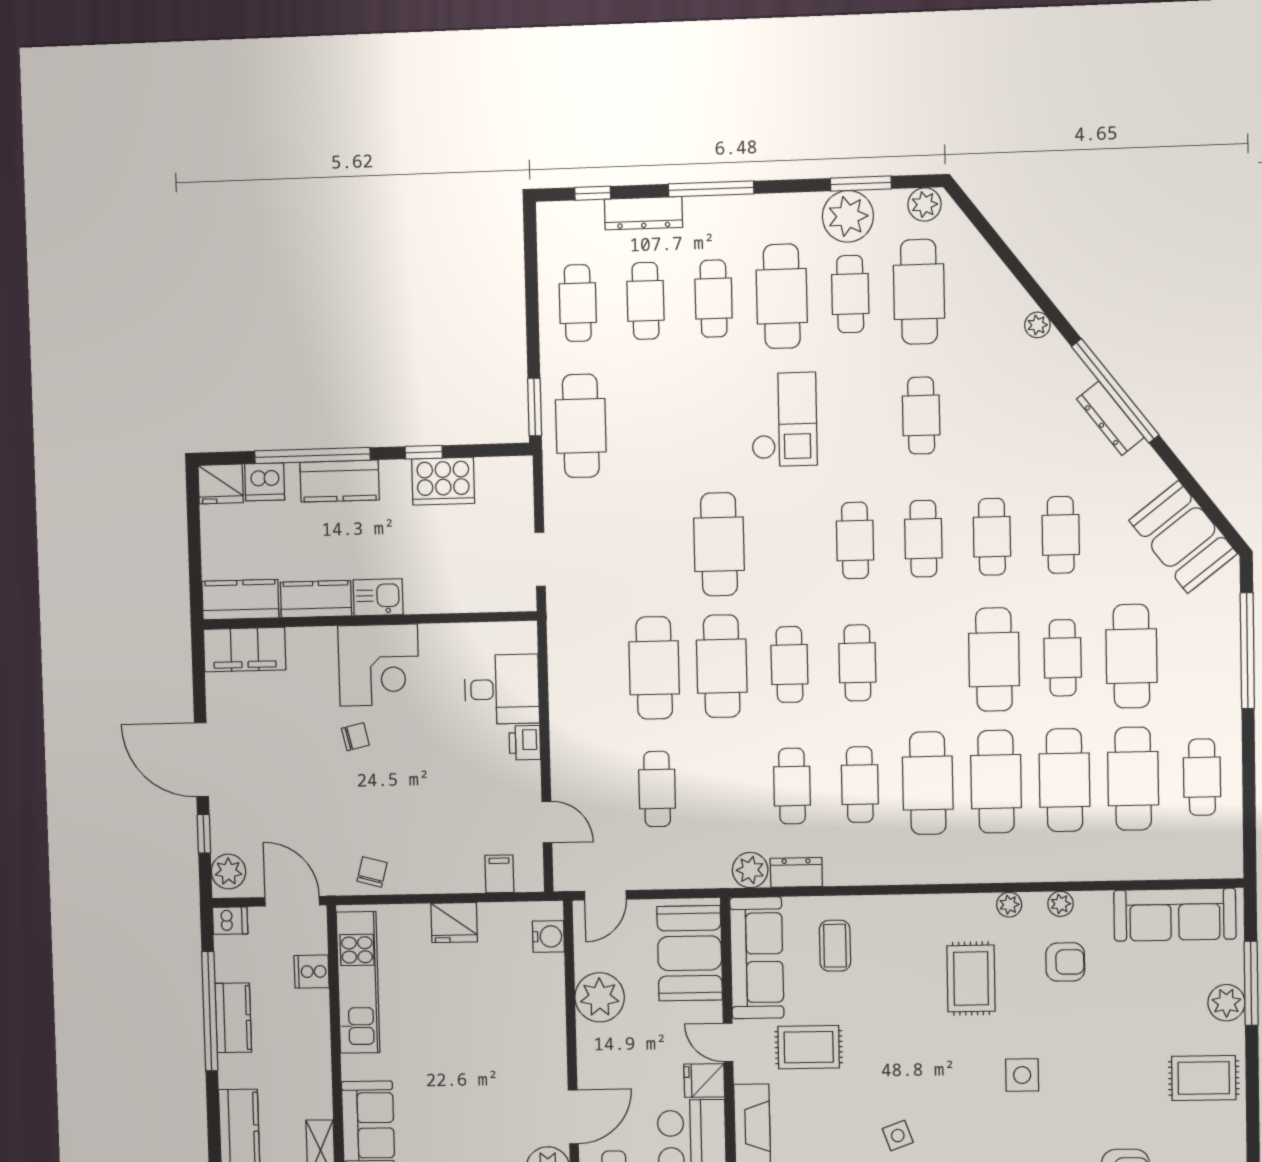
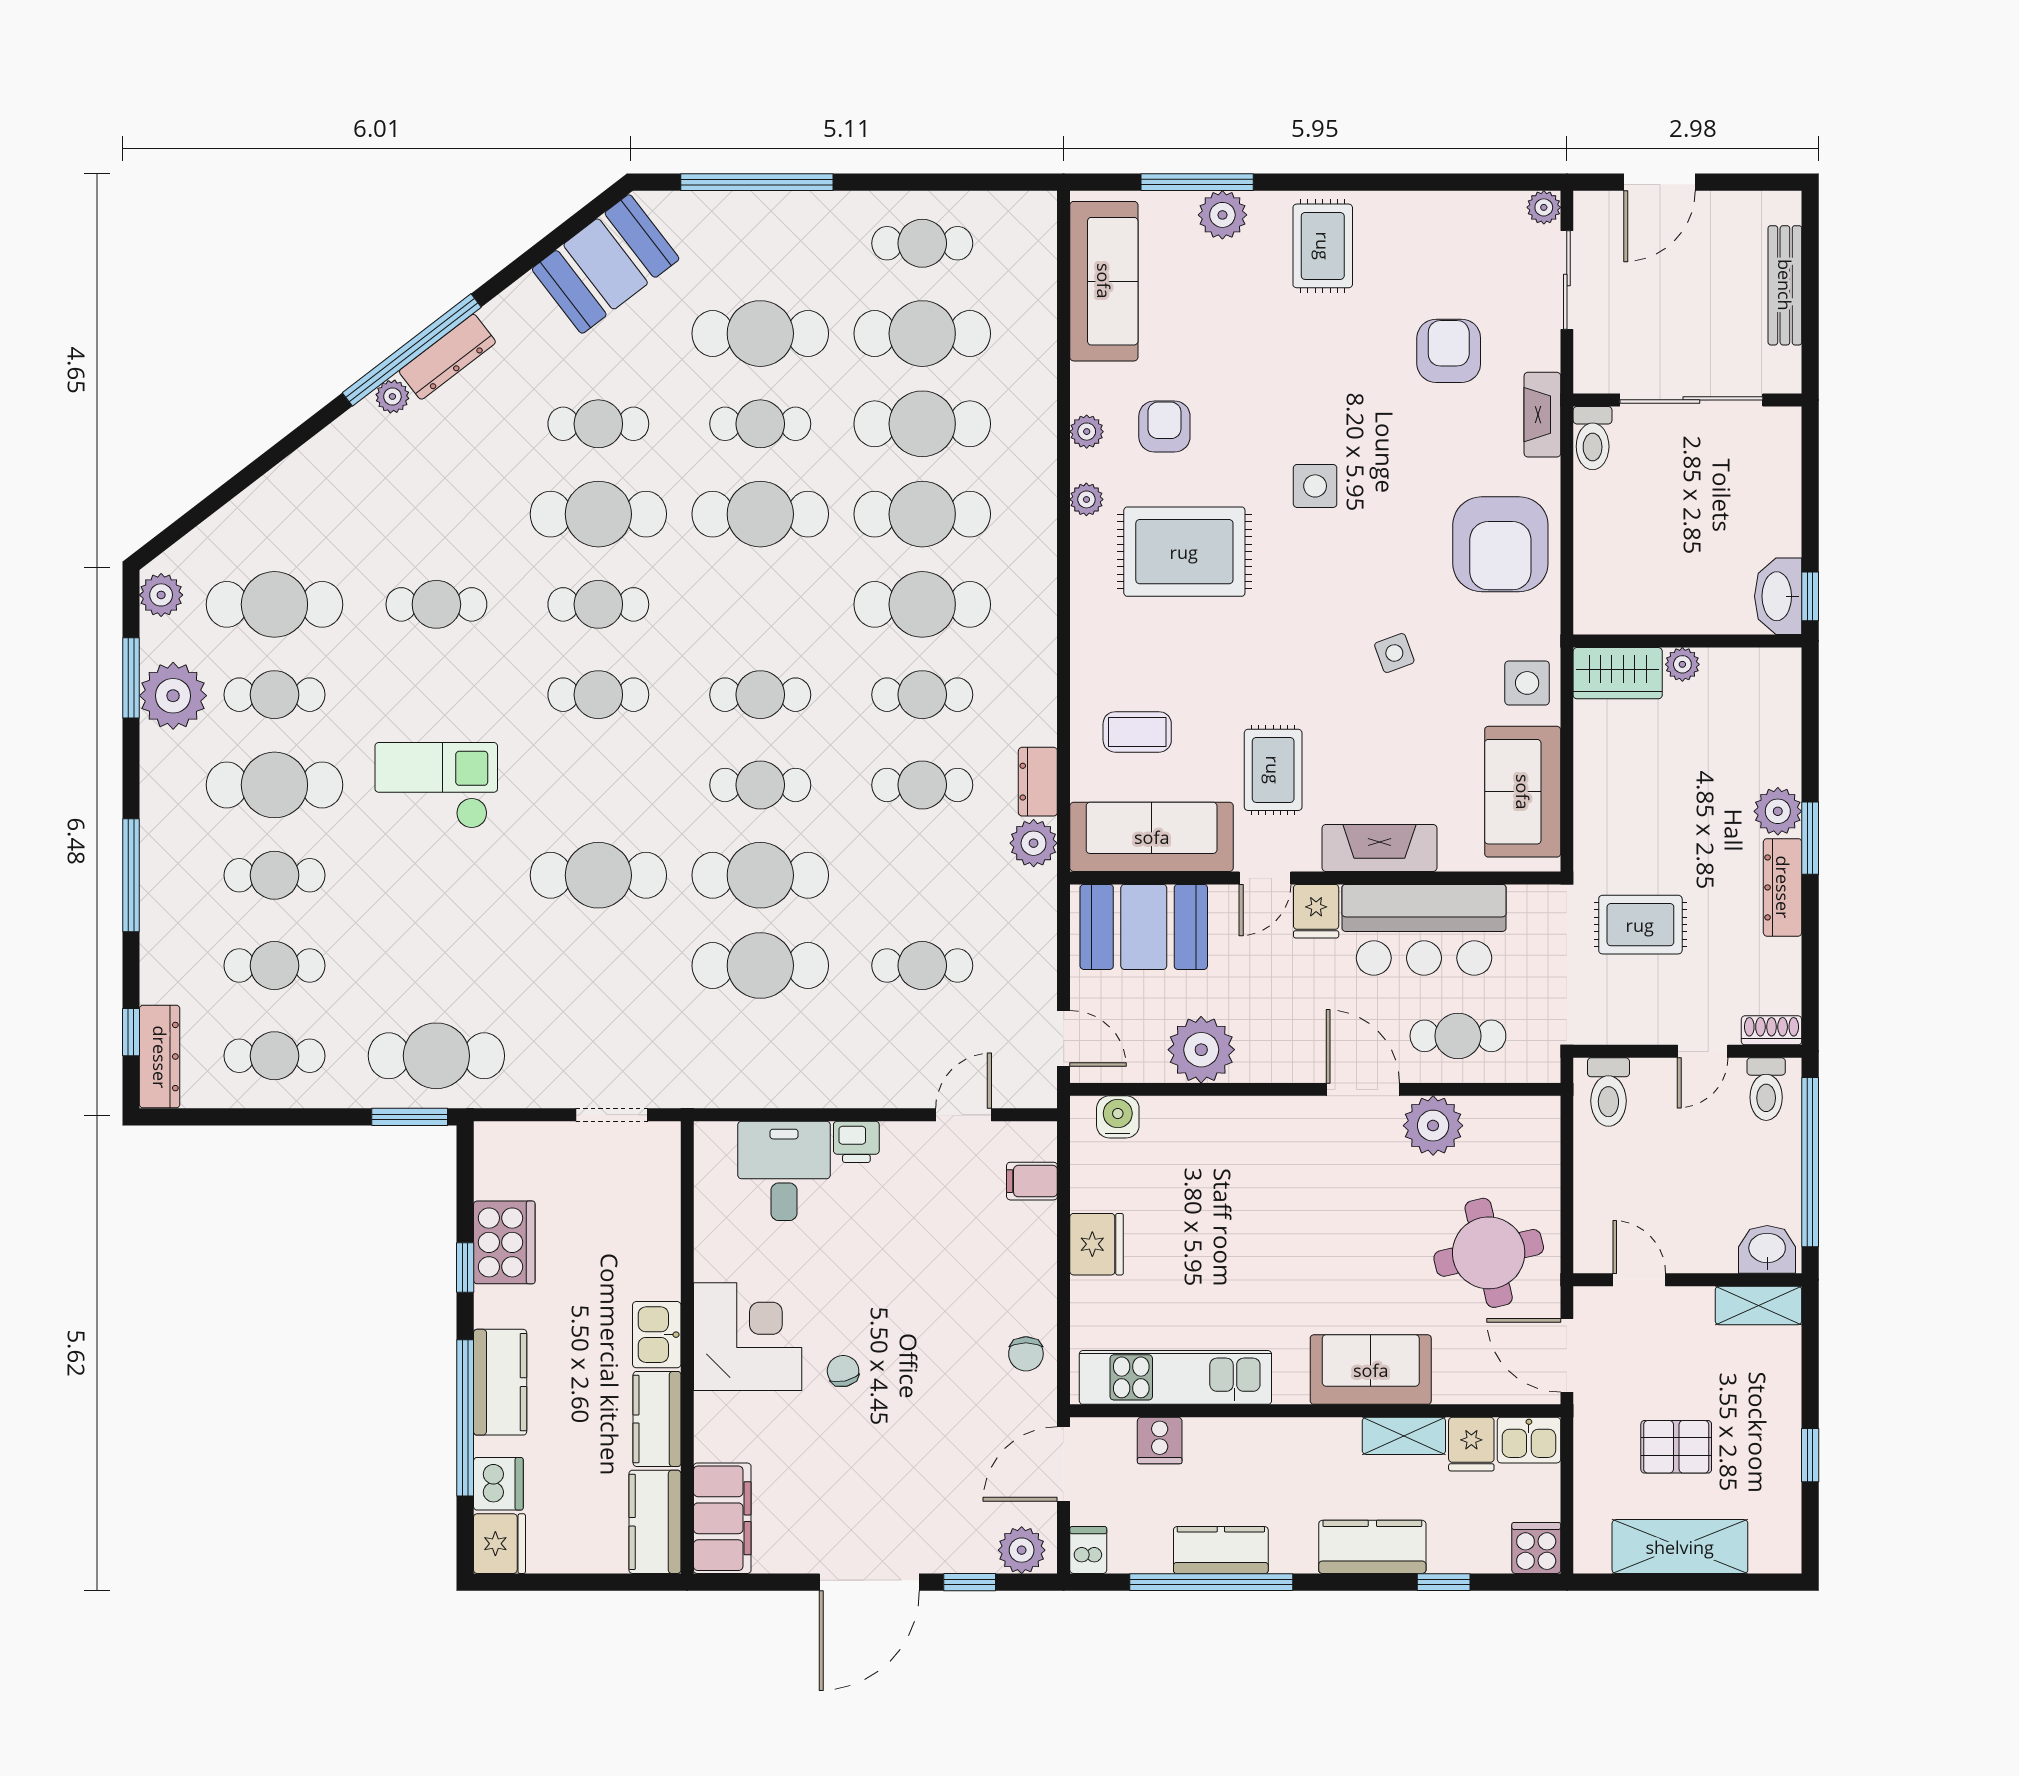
dresser: (643, 213) -> (160, 1057), moved
plant: (1037, 325) -> (392, 396), moved
cafe table: (992, 537) -> (598, 514), width x1.37, depth x1.35
chair: (372, 872) -> (1026, 1354), turned -105
rug: (971, 979) -> (1184, 552), width x1.36, depth x1.43

